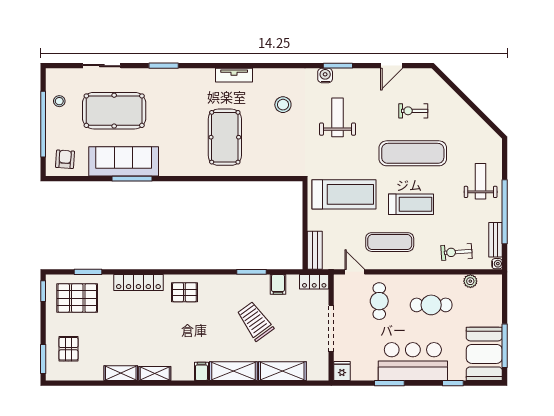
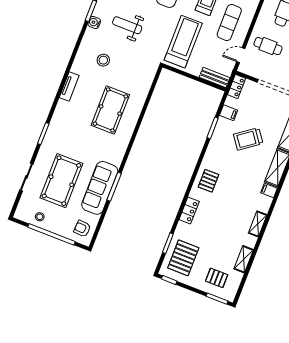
pool table: (225, 137) -> (110, 110), turned 90
locker: (138, 283) -> (189, 211), width x0.66
shelving: (121, 373) -> (244, 259), moved

